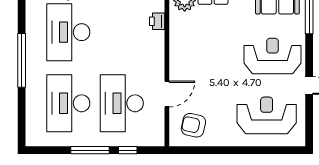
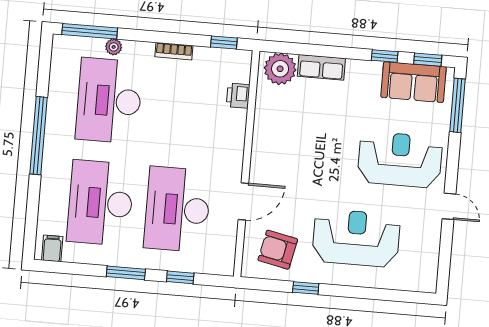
reception desk: (267, 115) -> (356, 238), moved
filing cabinet: (38, 137) -> (52, 248), added
window: (90, 150) -> (126, 273), width x0.69
window: (215, 150) -> (306, 288), added

